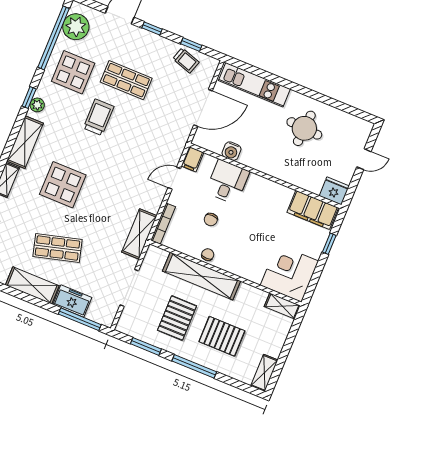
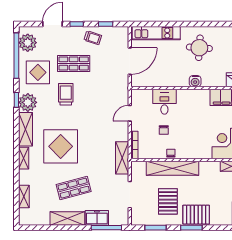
trolley: (186, 60) -> (93, 38), moved
plant: (37, 105) -> (28, 102), width x1.88, depth x1.88
water cooler: (231, 151) -> (195, 81), moved
filing cabinet: (192, 159) -> (136, 96), removed
display table: (63, 185) -> (61, 146), width x1.36, depth x1.36
pallet: (222, 336) -> (196, 215), moved
window: (194, 366) -> (191, 228), width x0.69

